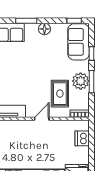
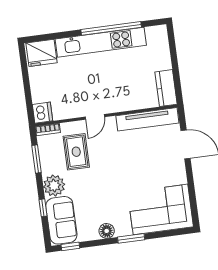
plant: (81, 81) -> (54, 186), moved
window: (91, 82) -> (37, 159), moved
dishwasher: (82, 138) -> (42, 113), moved

